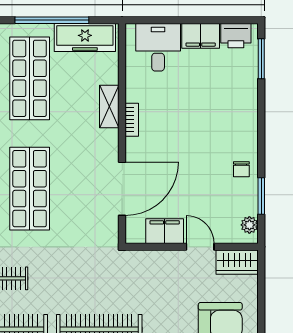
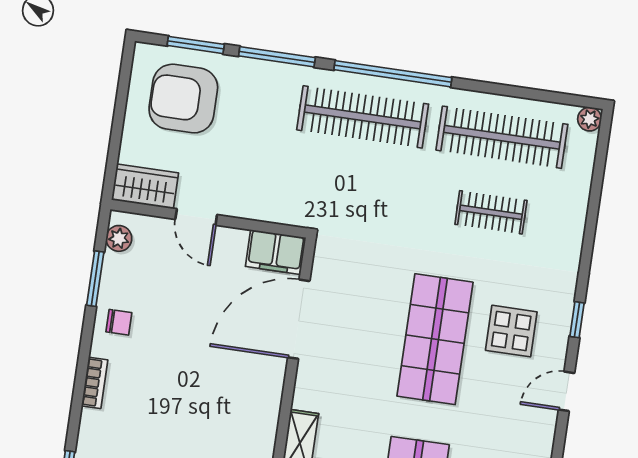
bookcase: (132, 120) -> (95, 383), moved, turned 180
chair: (241, 169) -> (119, 322), turned 90
filing cabinet: (165, 231) -> (276, 252), moved

